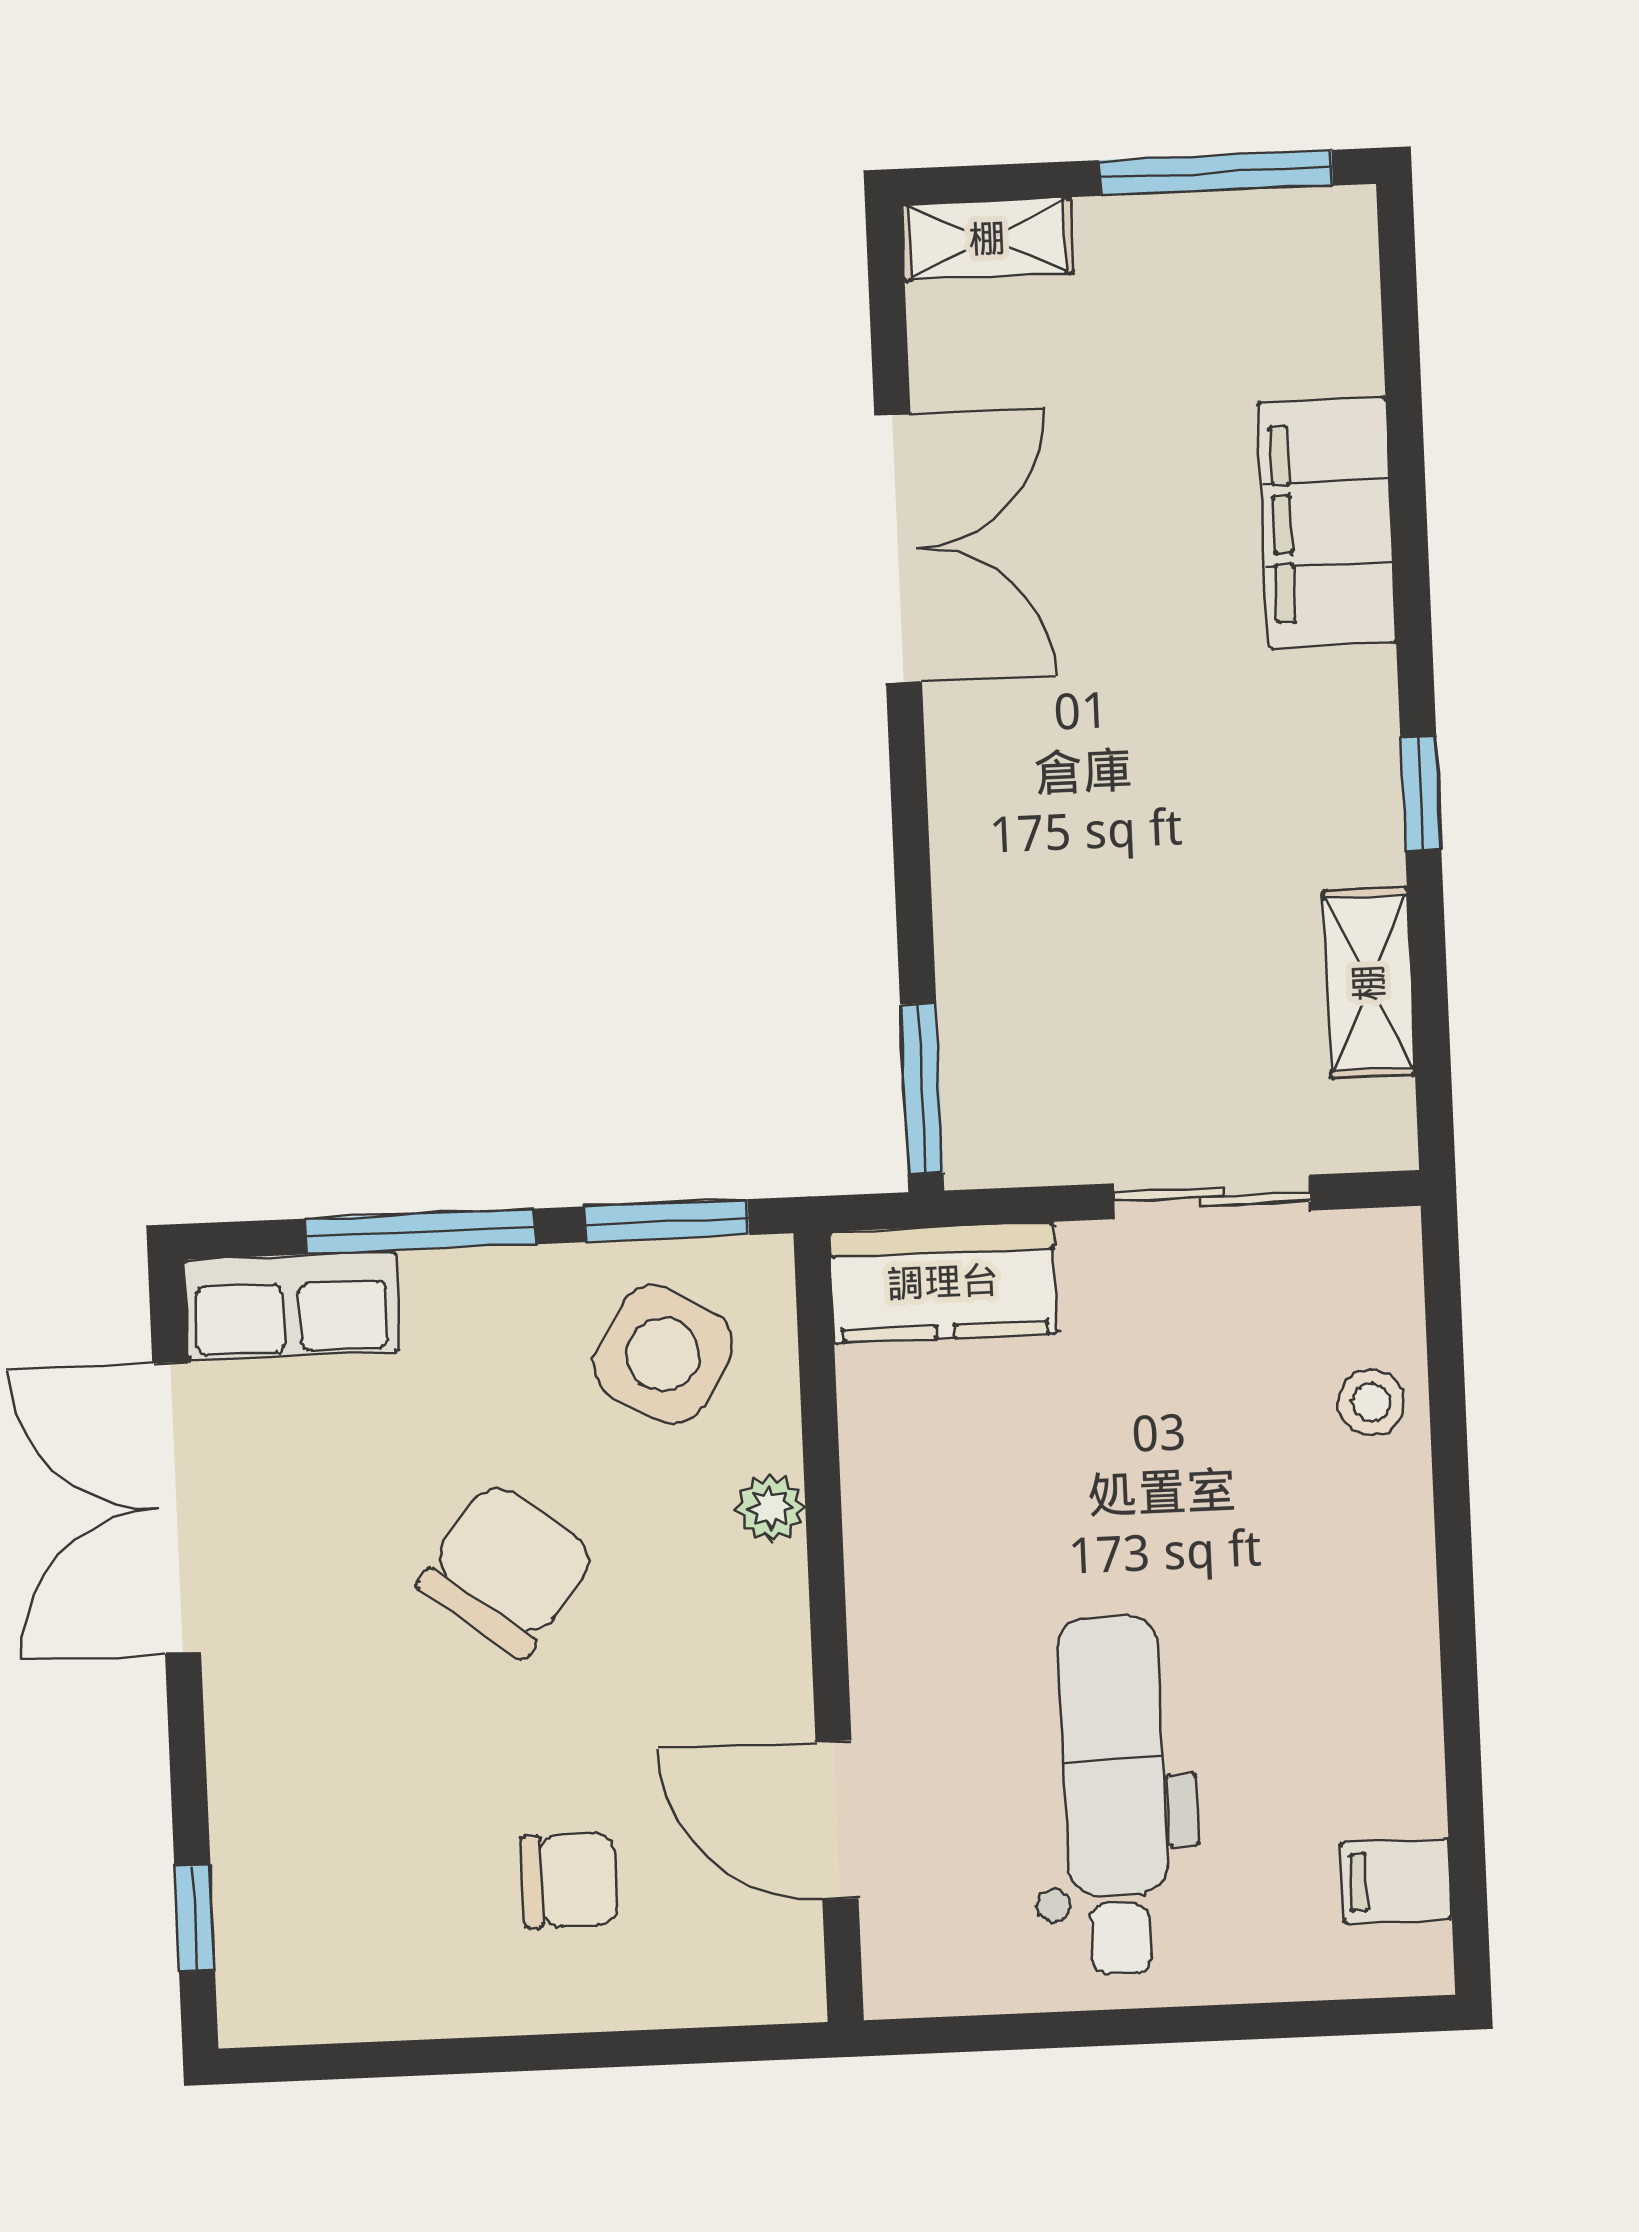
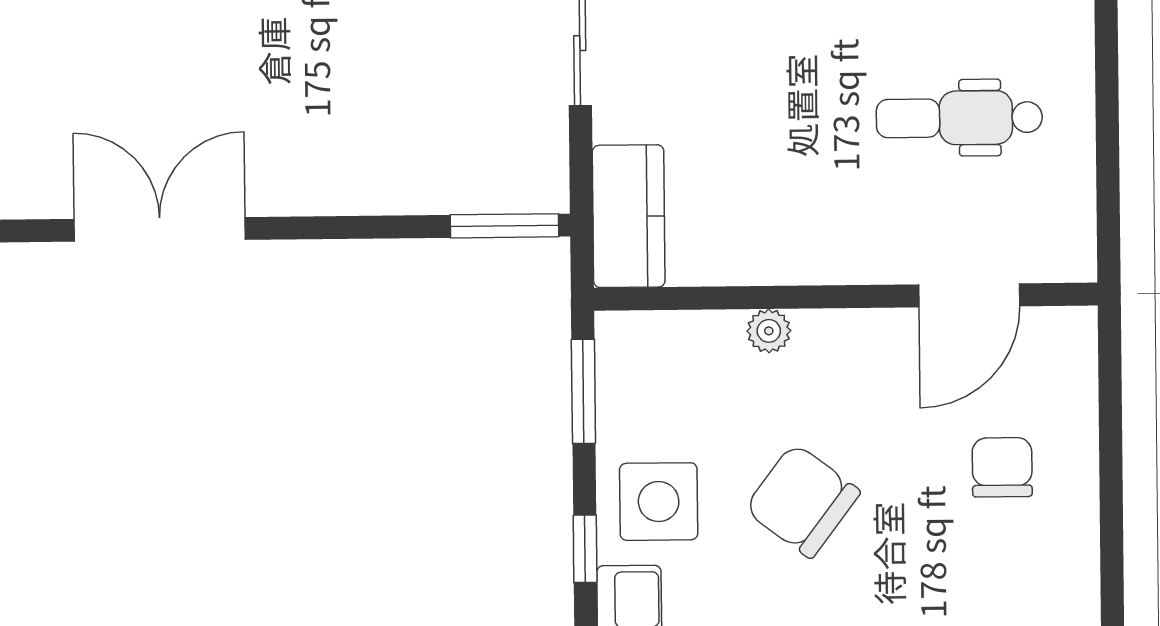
window: (420, 1231) -> (585, 549), width x0.46
side table: (663, 1354) -> (659, 502), moved, turned -31
dental chair: (1115, 1795) -> (959, 118), width x0.73, depth x0.72

